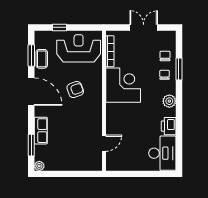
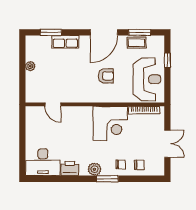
window: (179, 69) -> (107, 179), moved
armchair: (75, 90) -> (106, 76), turned -70
plant: (39, 166) -> (30, 66), moved

